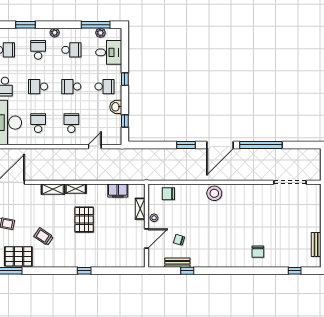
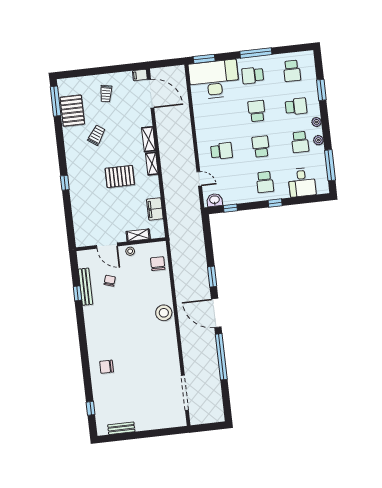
plant: (100, 33) -> (318, 140), moved
washbasin: (116, 107) -> (215, 200), moved
school desk: (38, 123) -> (217, 115), removed
bench: (177, 263) -> (85, 287), width x1.36

